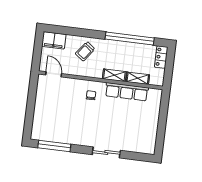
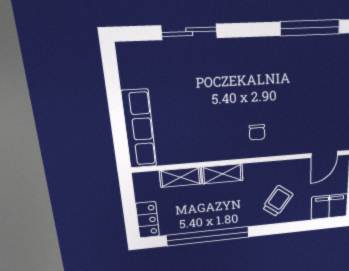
door: (54, 74) -> (324, 154), hinge flipped
row of seats: (127, 92) -> (139, 129), moved, turned 90
sliding door: (106, 152) -> (189, 32), moved

